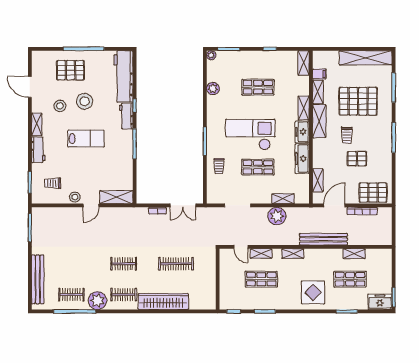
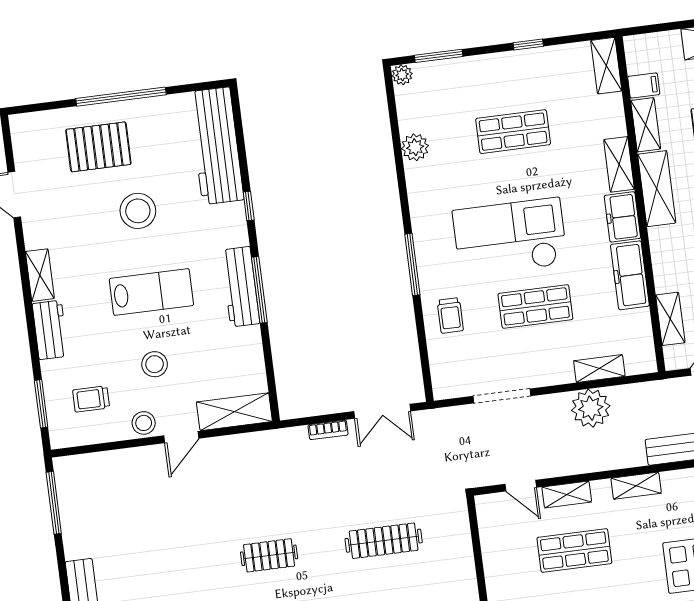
stool: (60, 106) -> (155, 364), moved
workbench: (126, 116) -> (240, 287), moved, width x1.38

